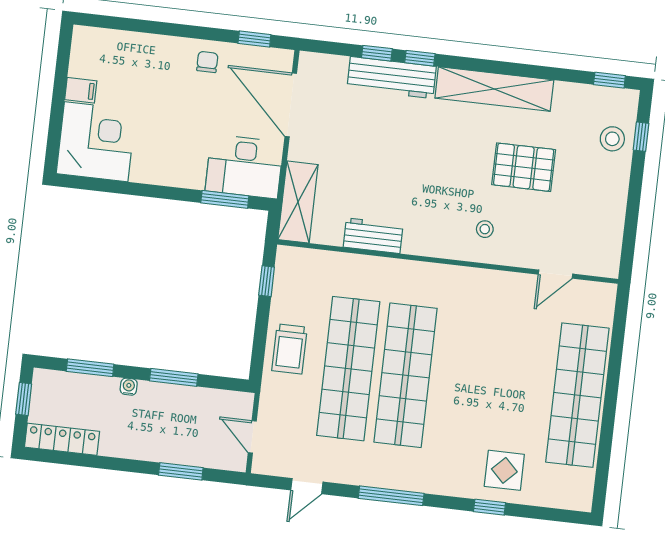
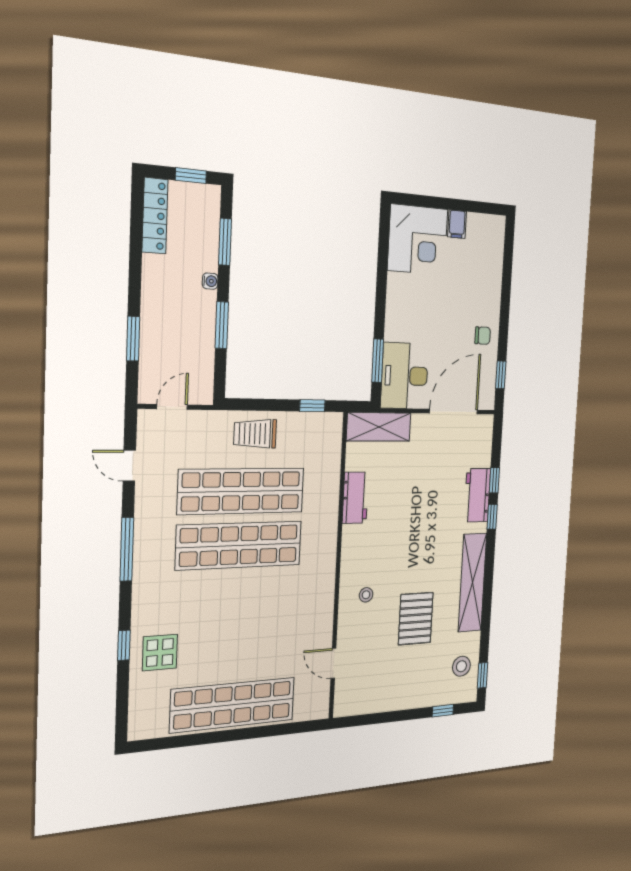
workbench: (392, 78) -> (477, 495), width x0.73
stool: (612, 139) -> (461, 666), moved

